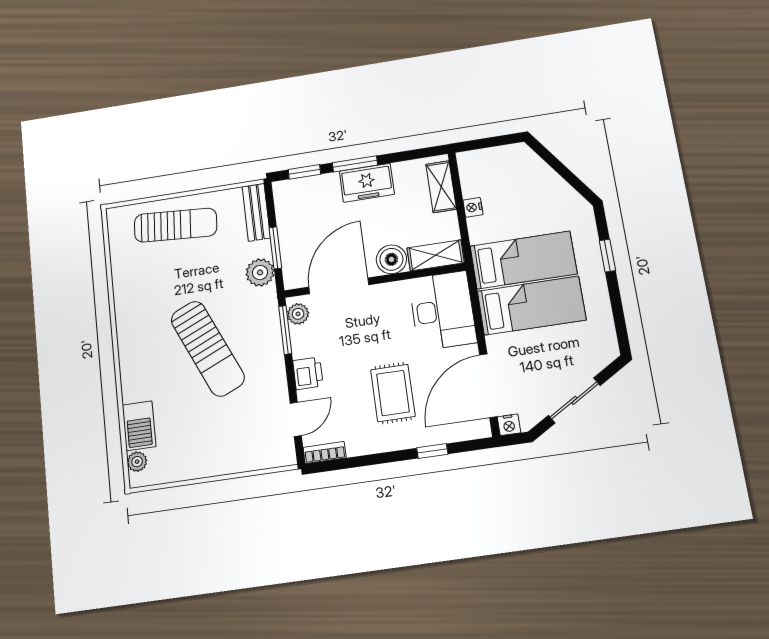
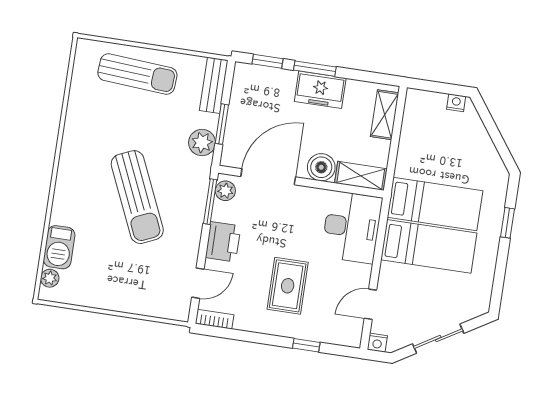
nightstand: (473, 207) -> (456, 103), moved, turned 90
printer: (308, 373) -> (223, 242), width x1.36, depth x1.24
door: (488, 386) -> (370, 304), width x0.53

